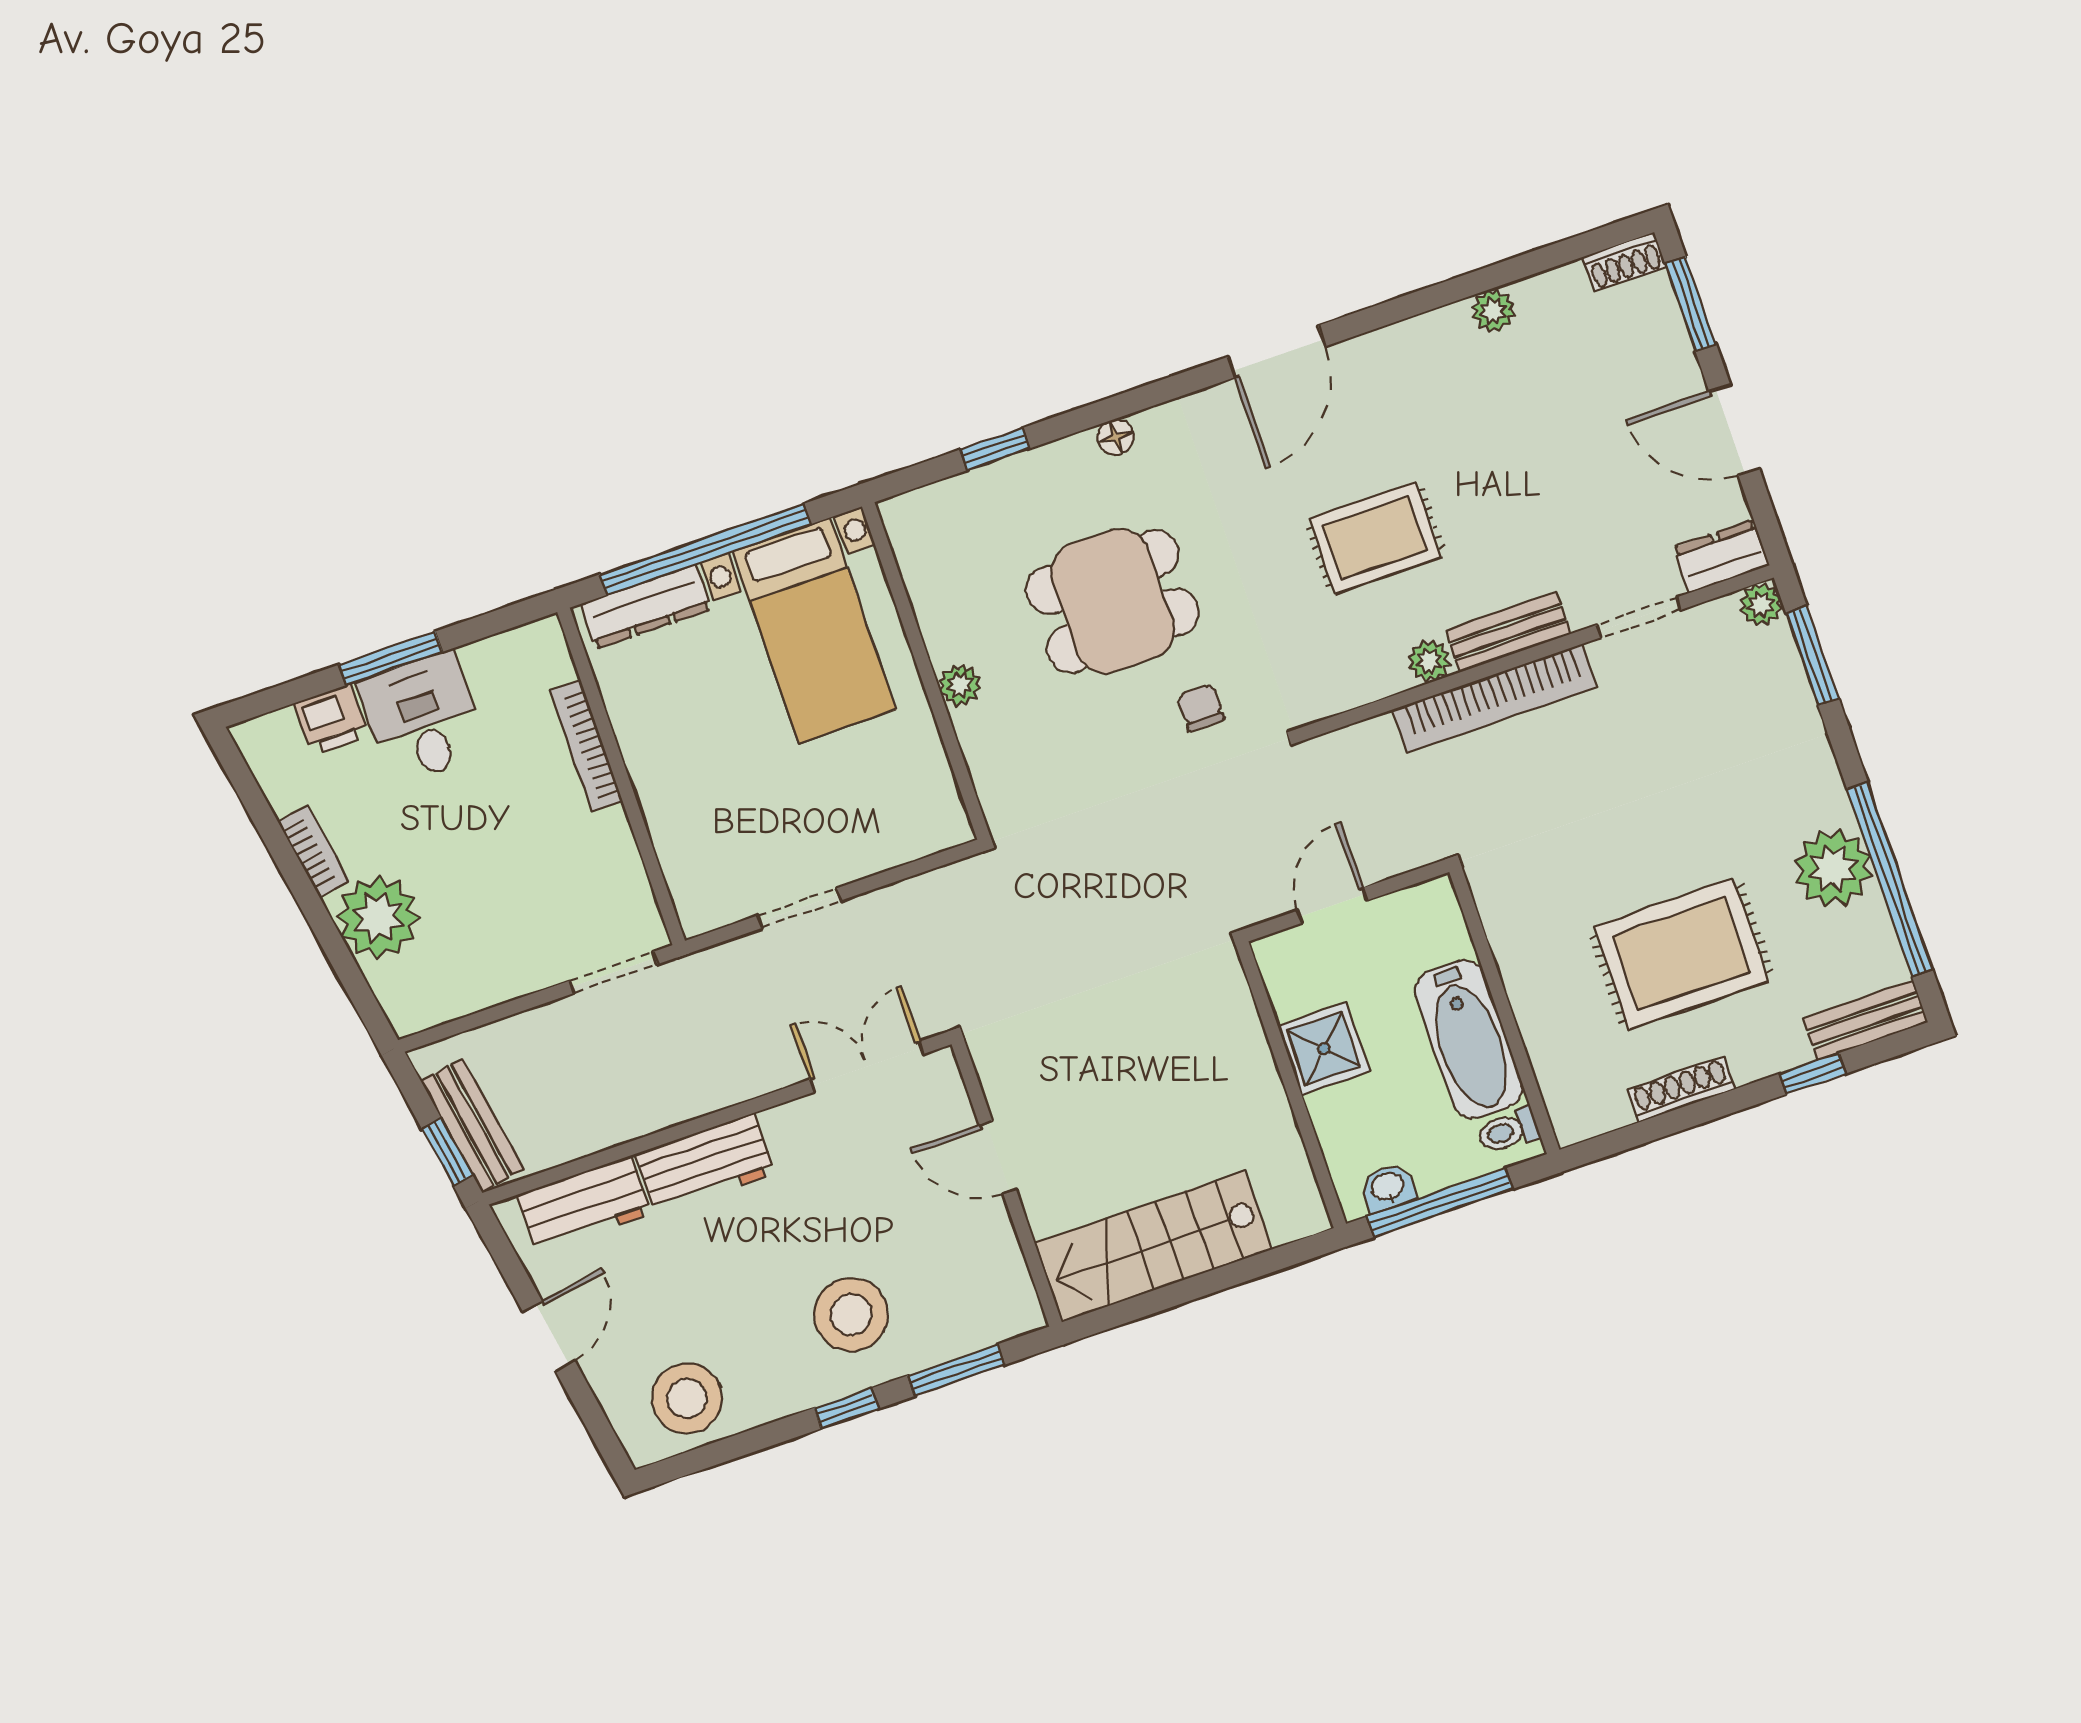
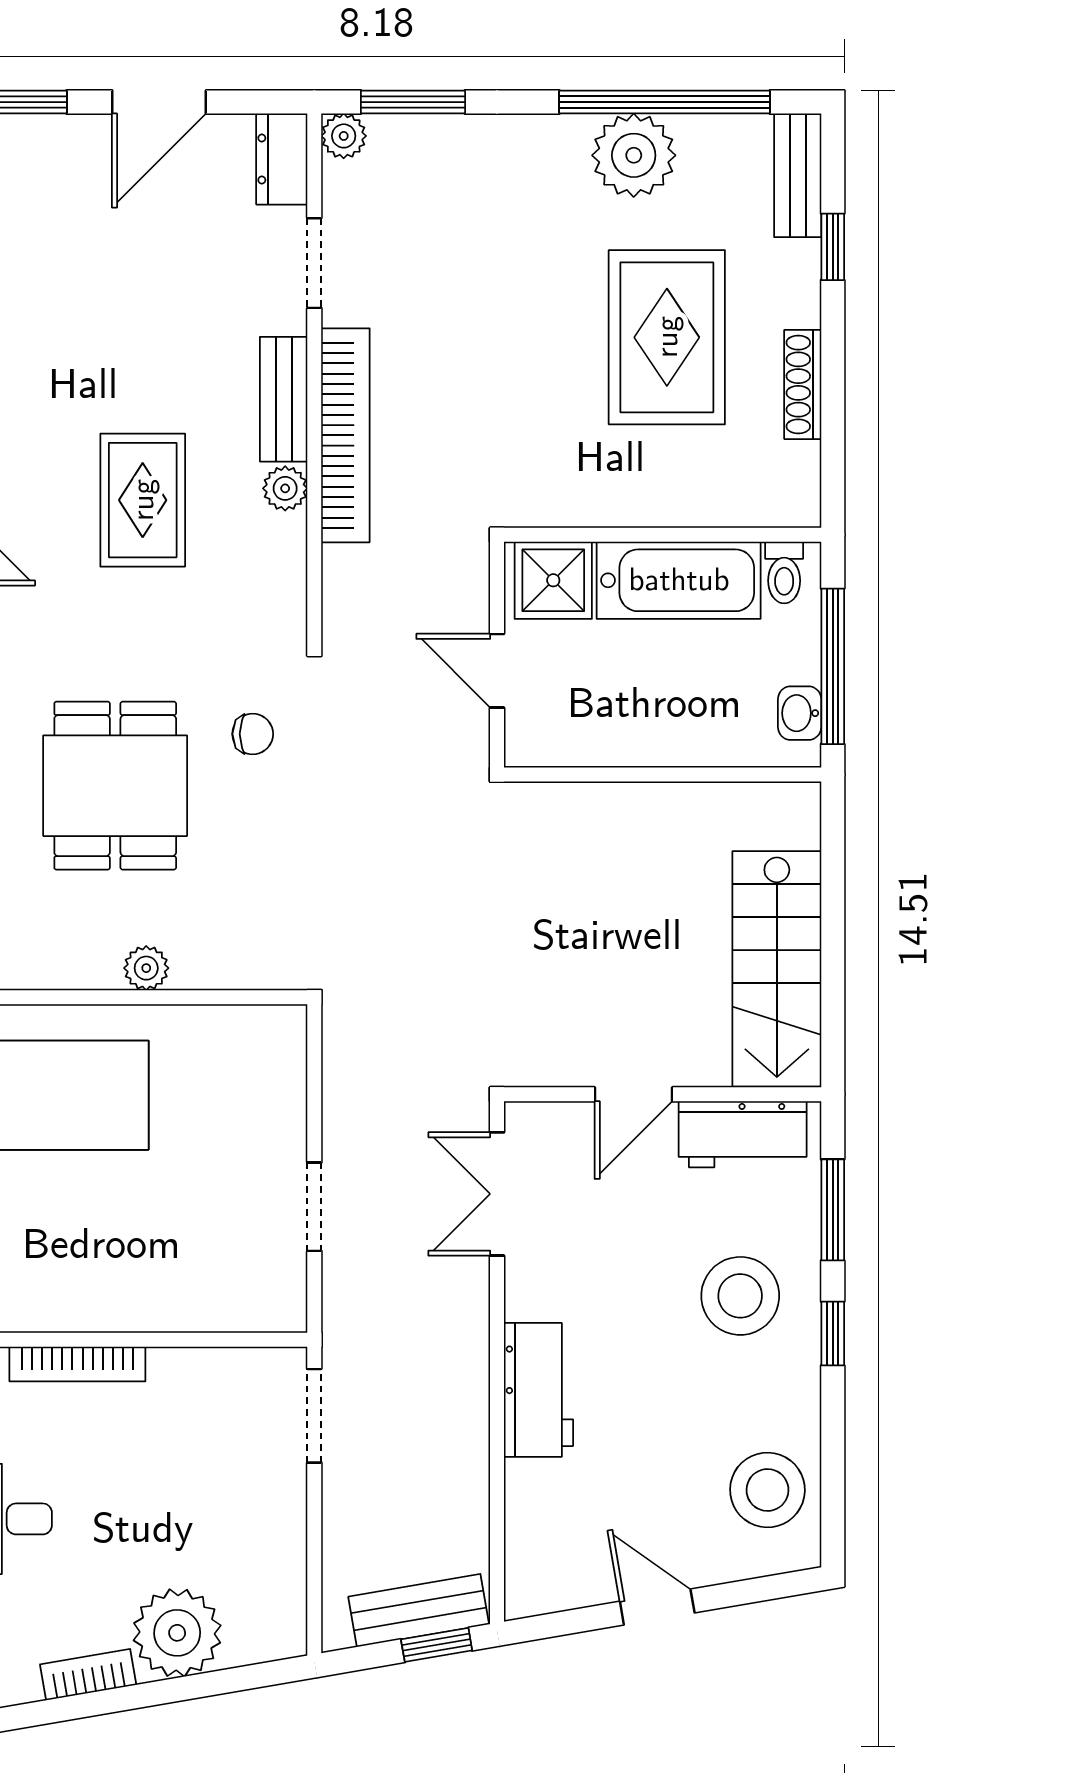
chair: (1201, 708) -> (253, 734), turned 180
shower: (1324, 1049) -> (553, 580), moved
workbench: (584, 1204) -> (743, 1134), moved, turned 90

